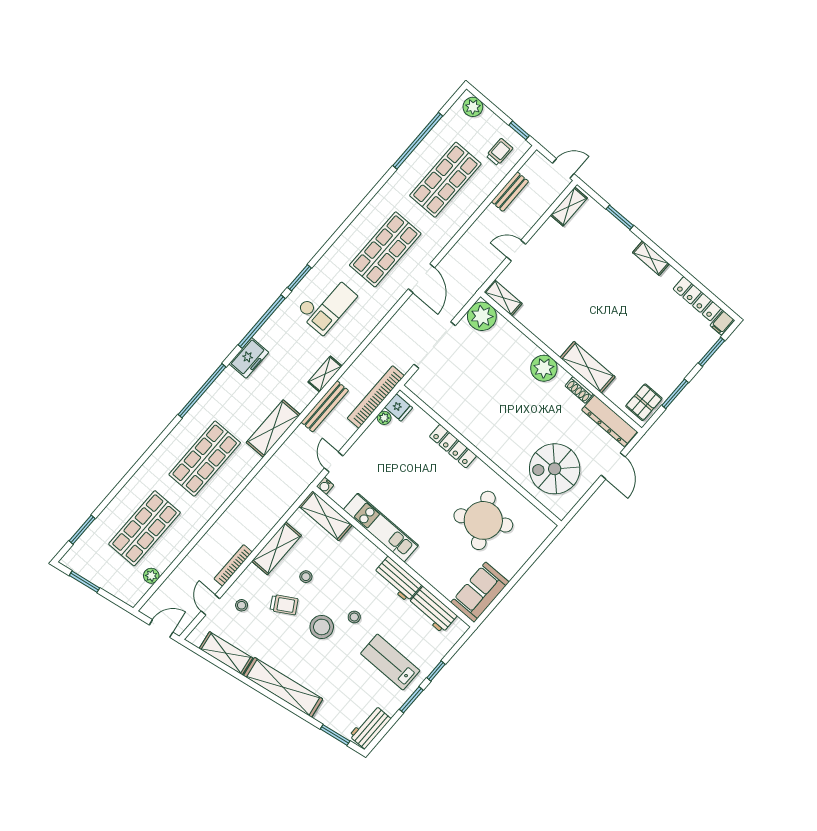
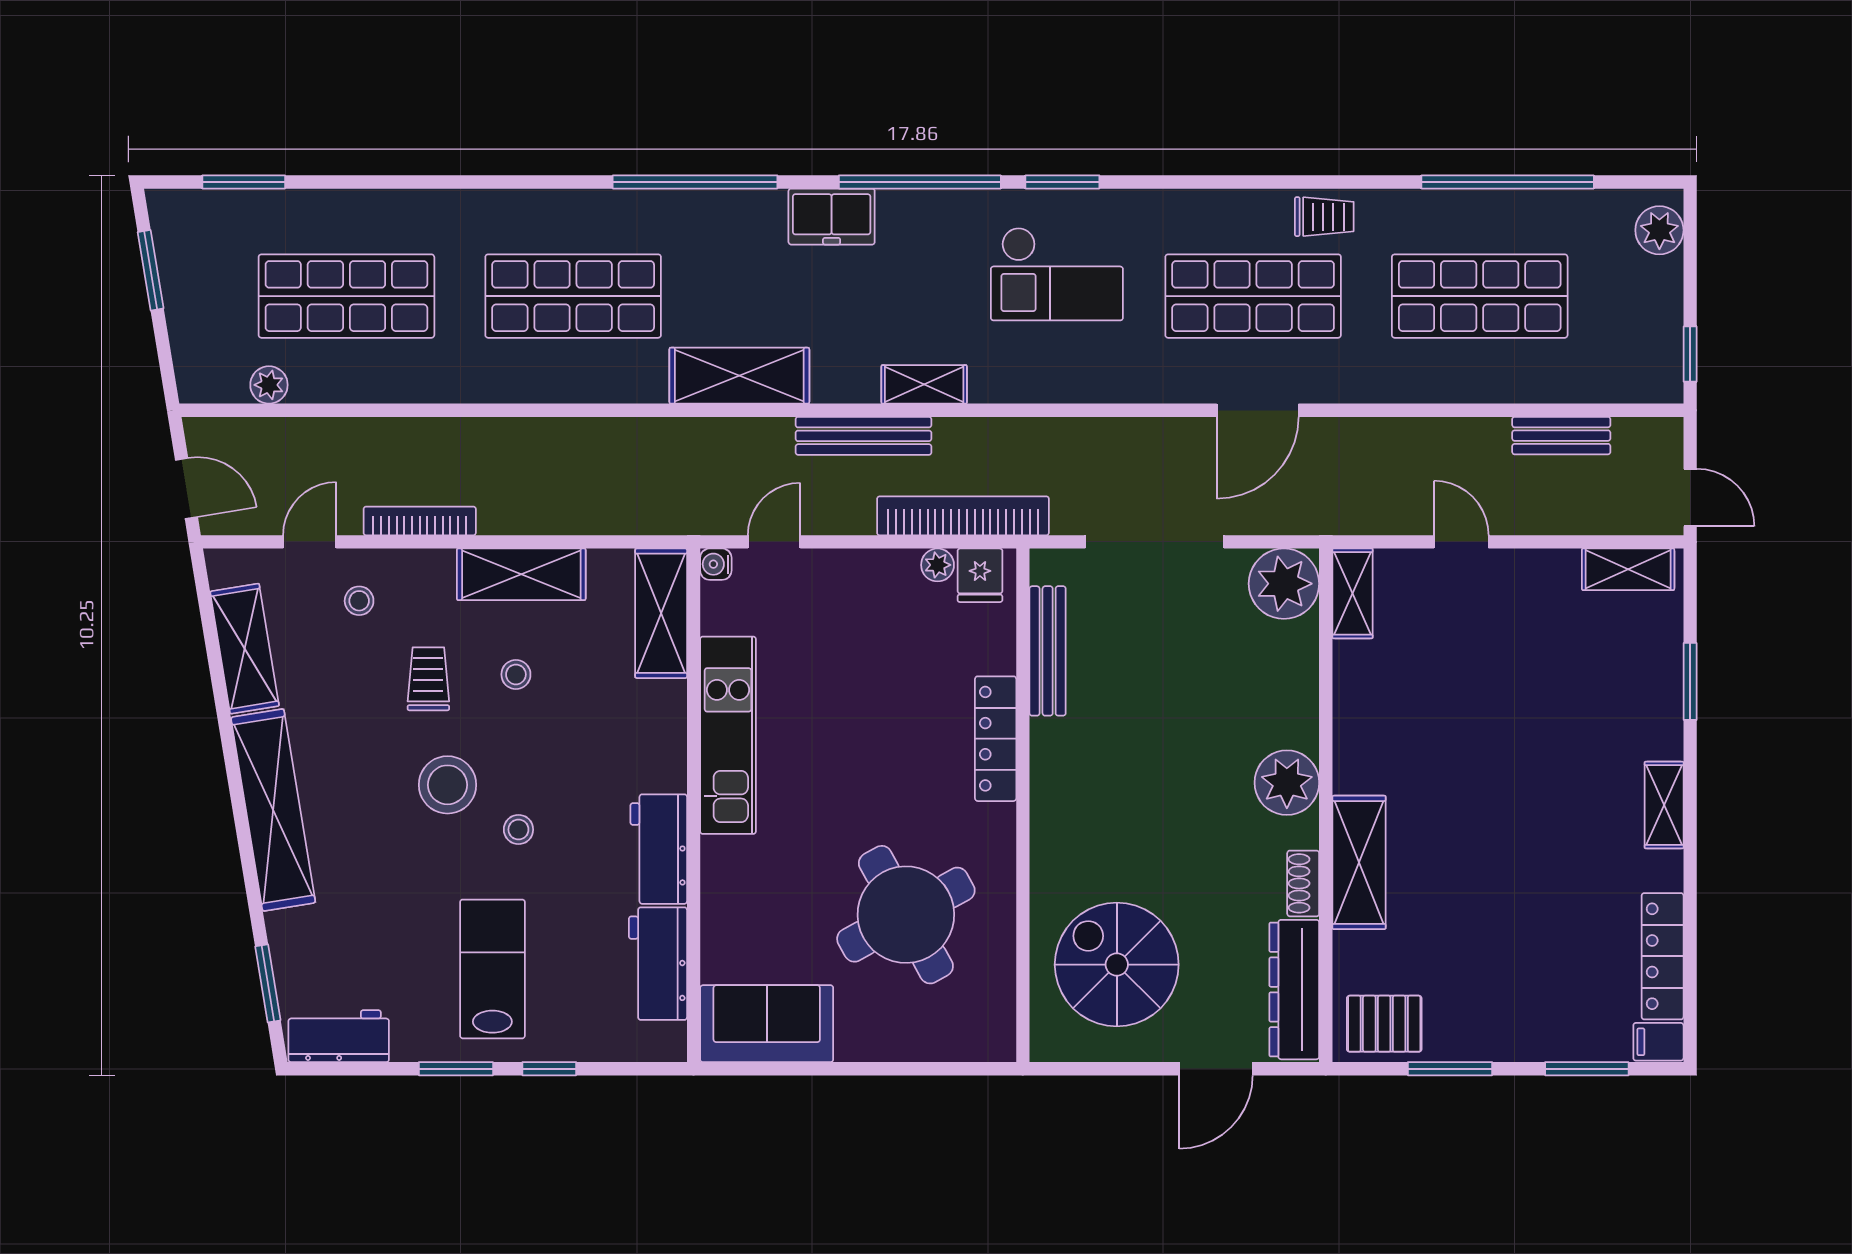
trolley: (499, 152) -> (1324, 217), moved
bench: (440, 407) -> (1048, 651), added
trolley: (284, 605) -> (428, 679), turned -149

